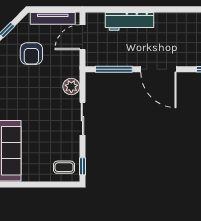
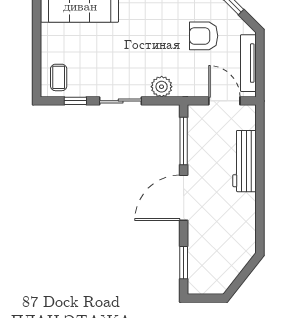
window: (82, 166) -> (75, 101), moved

